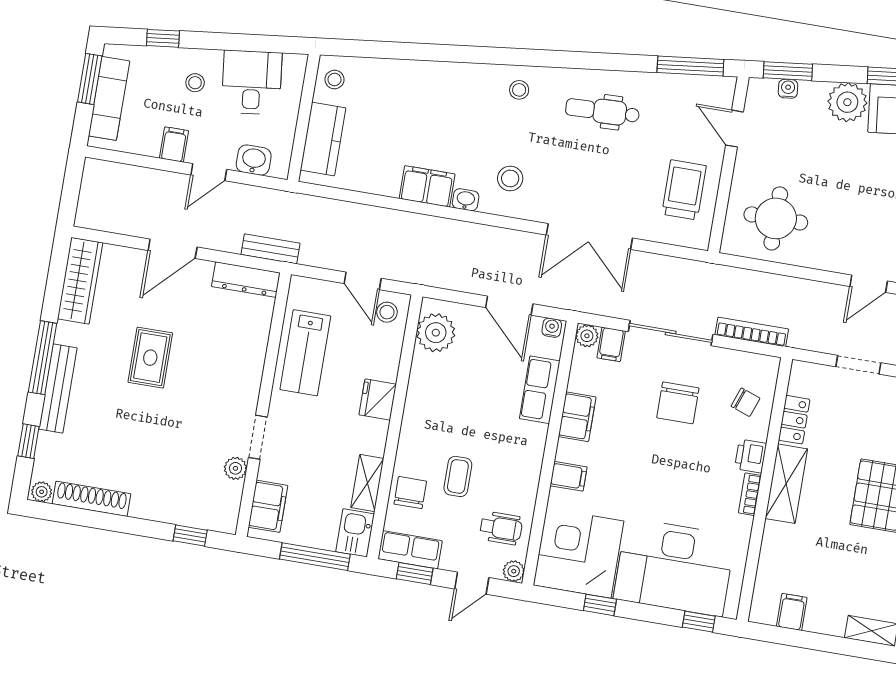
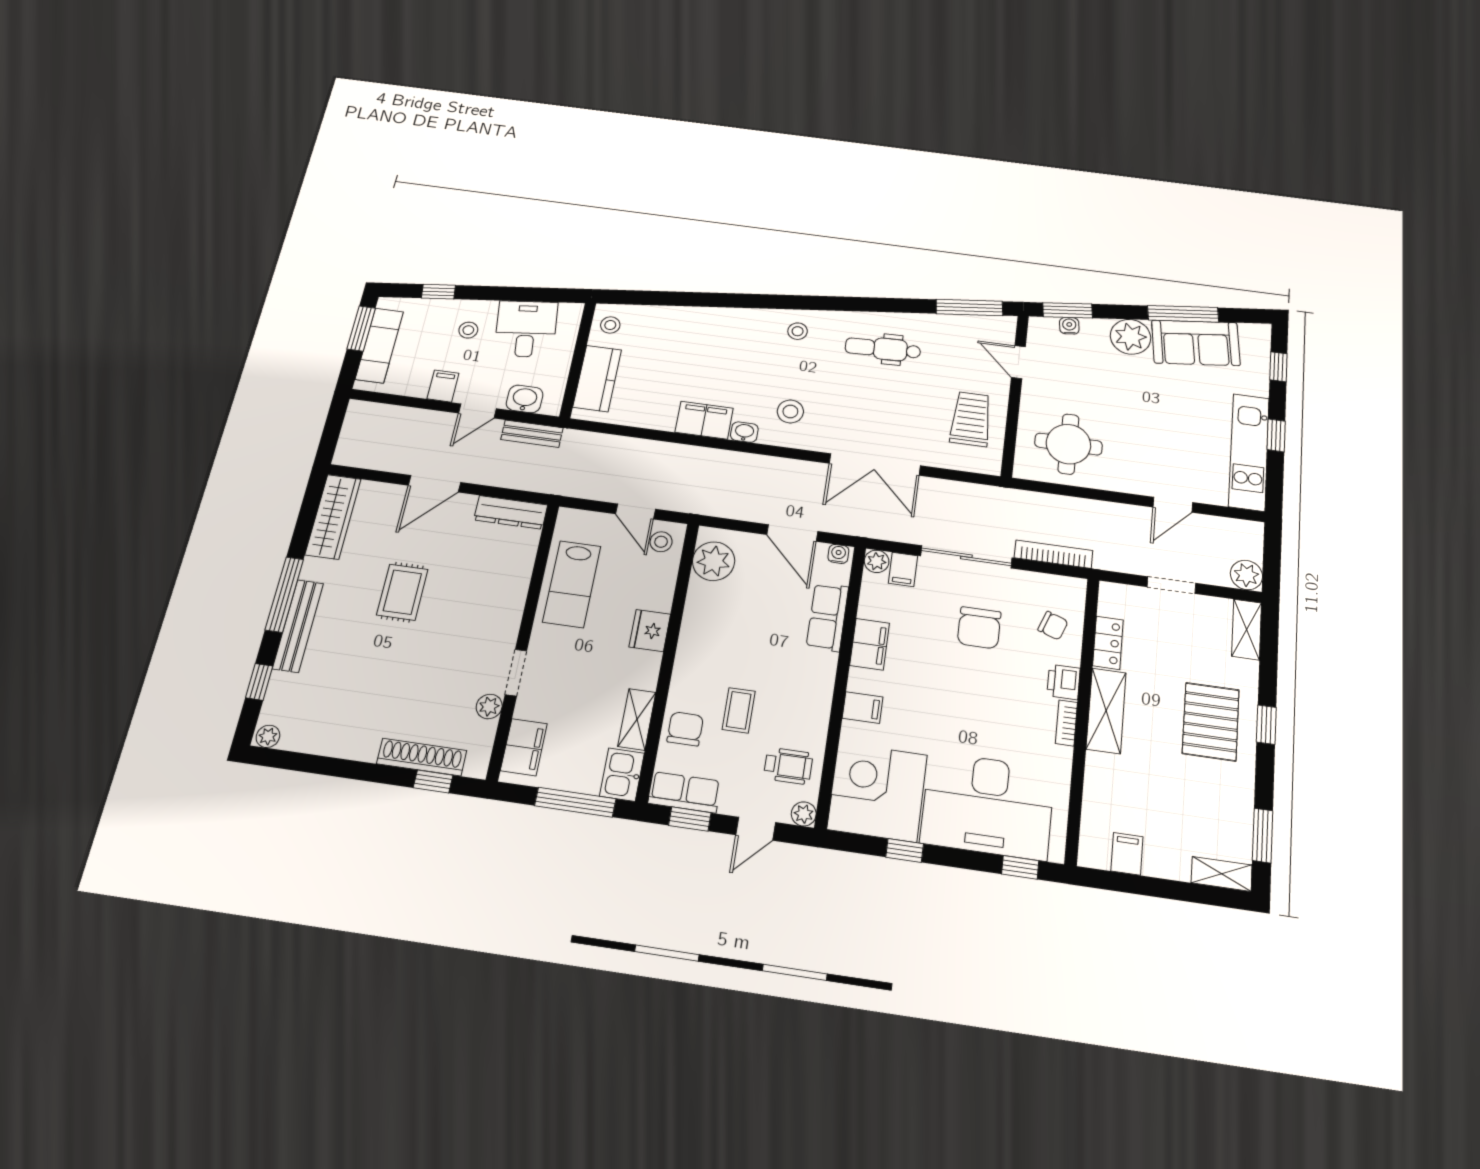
bench: (270, 249) -> (532, 434), moved
shoe rack: (91, 499) -> (422, 757), moved

